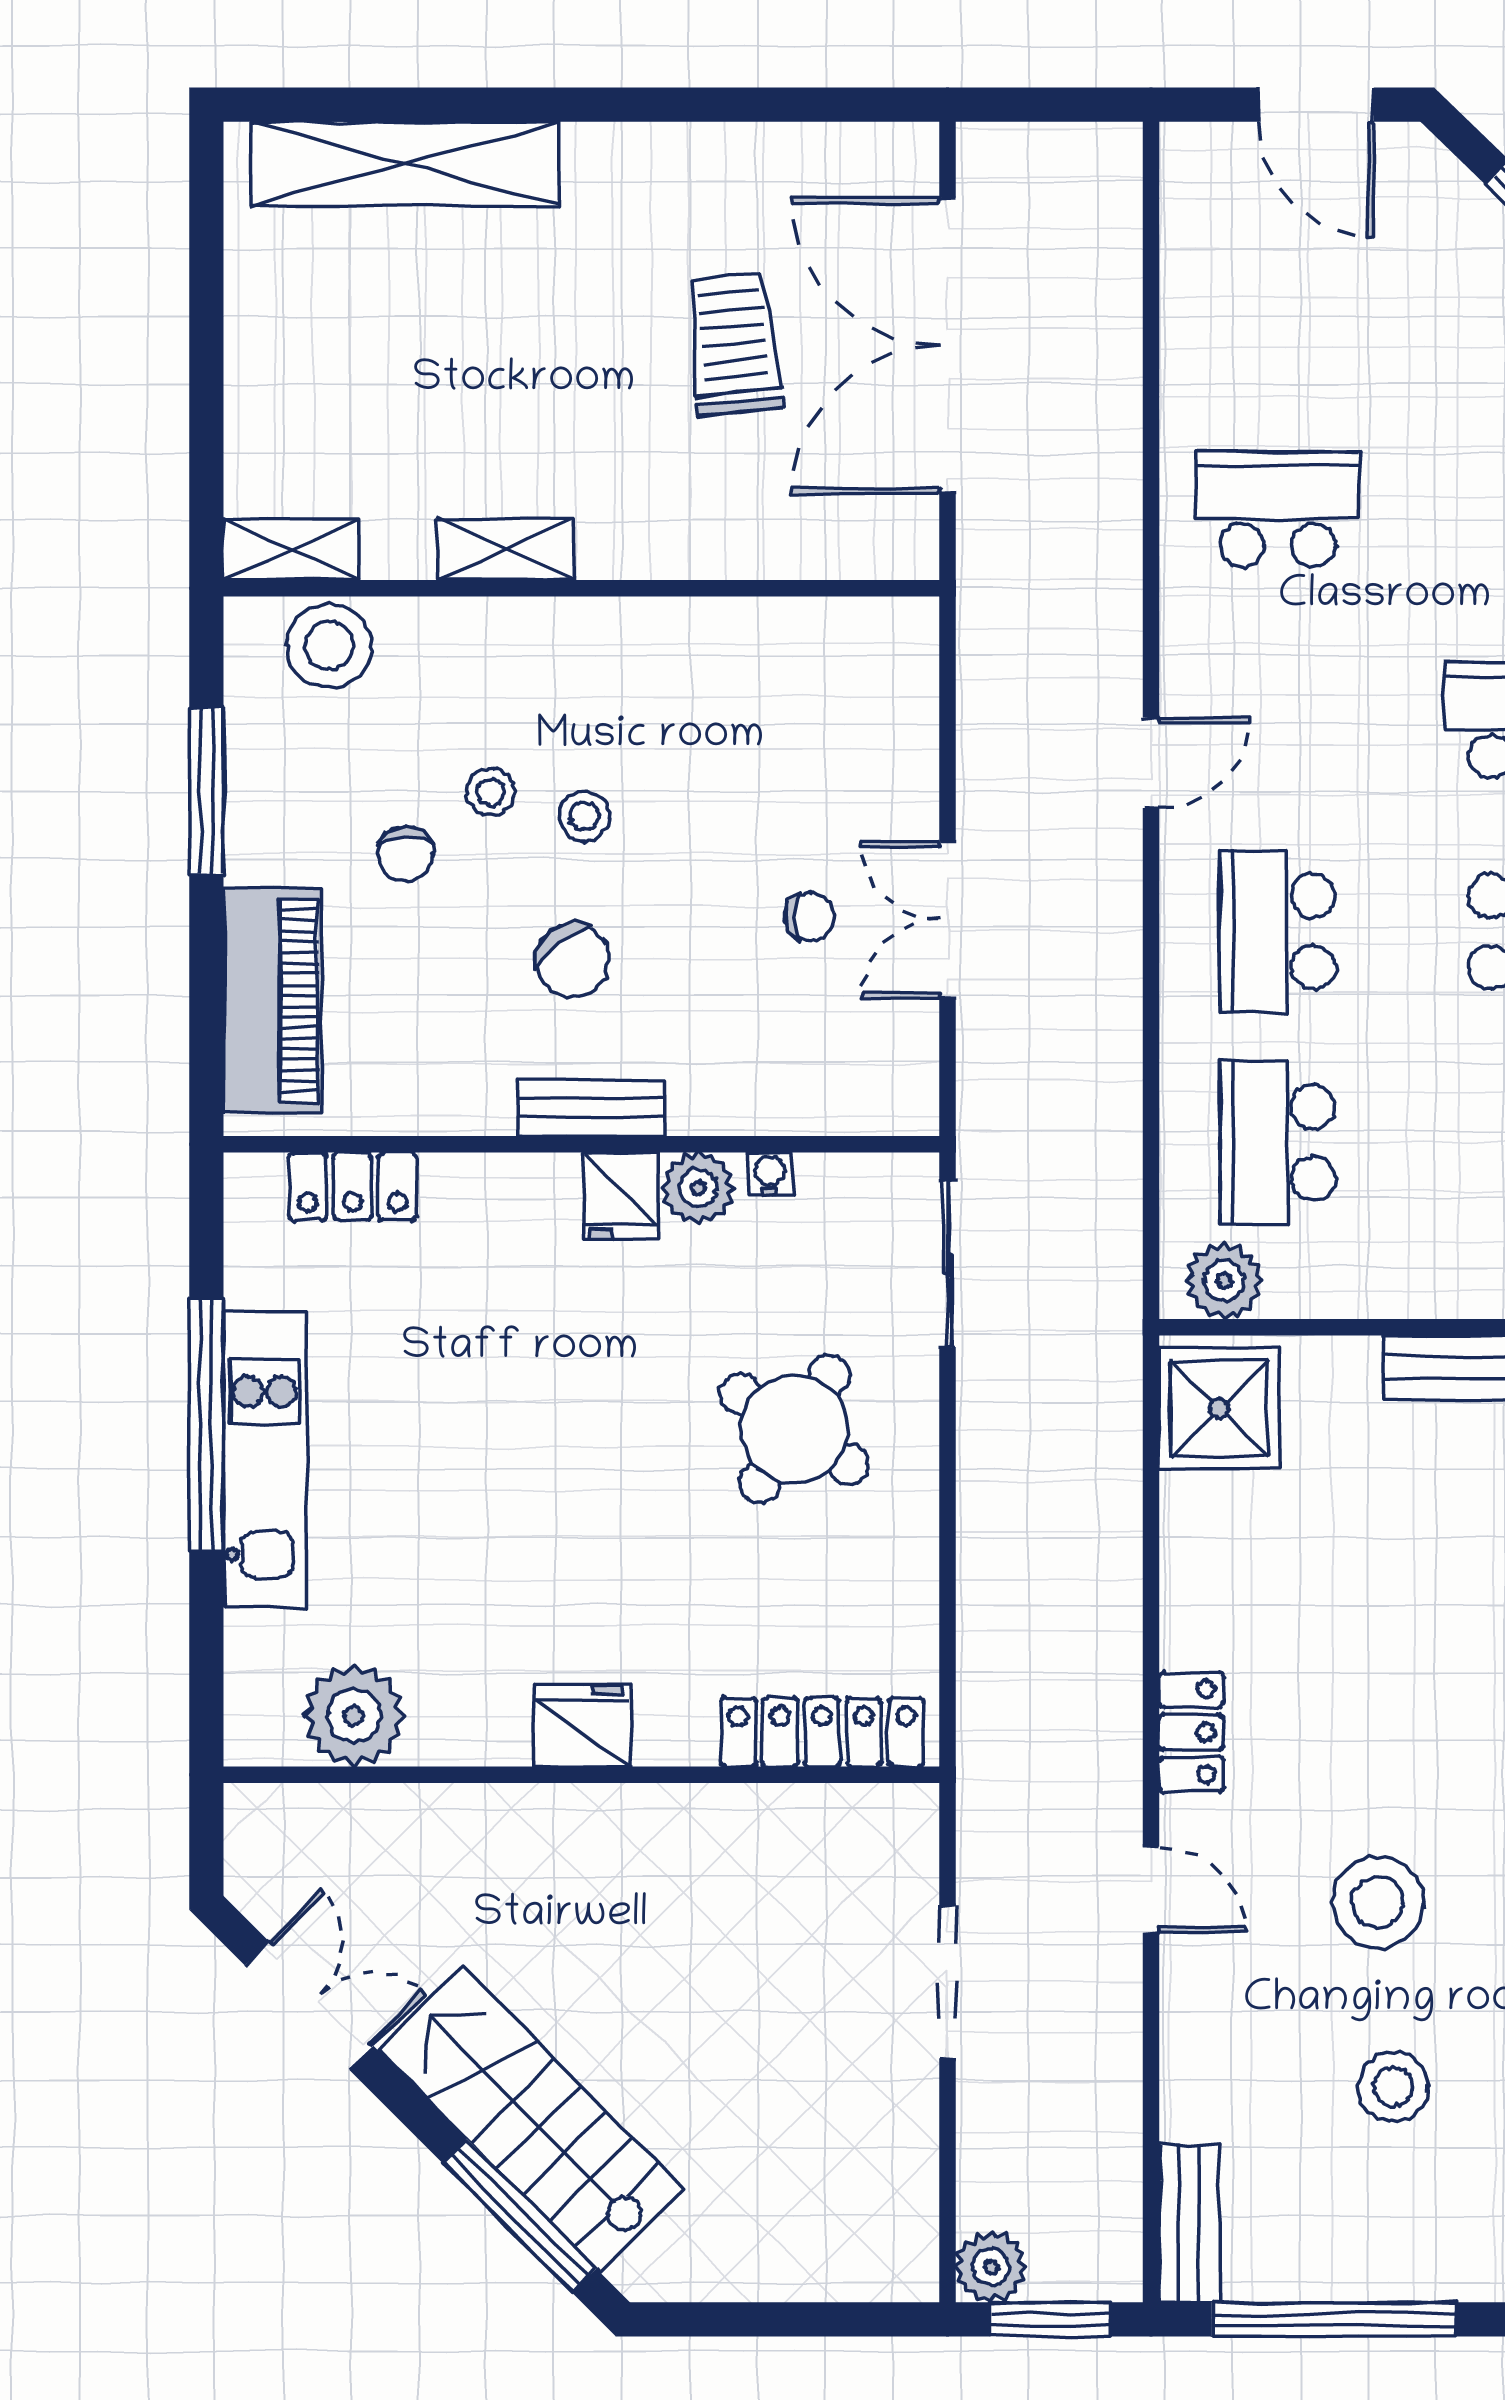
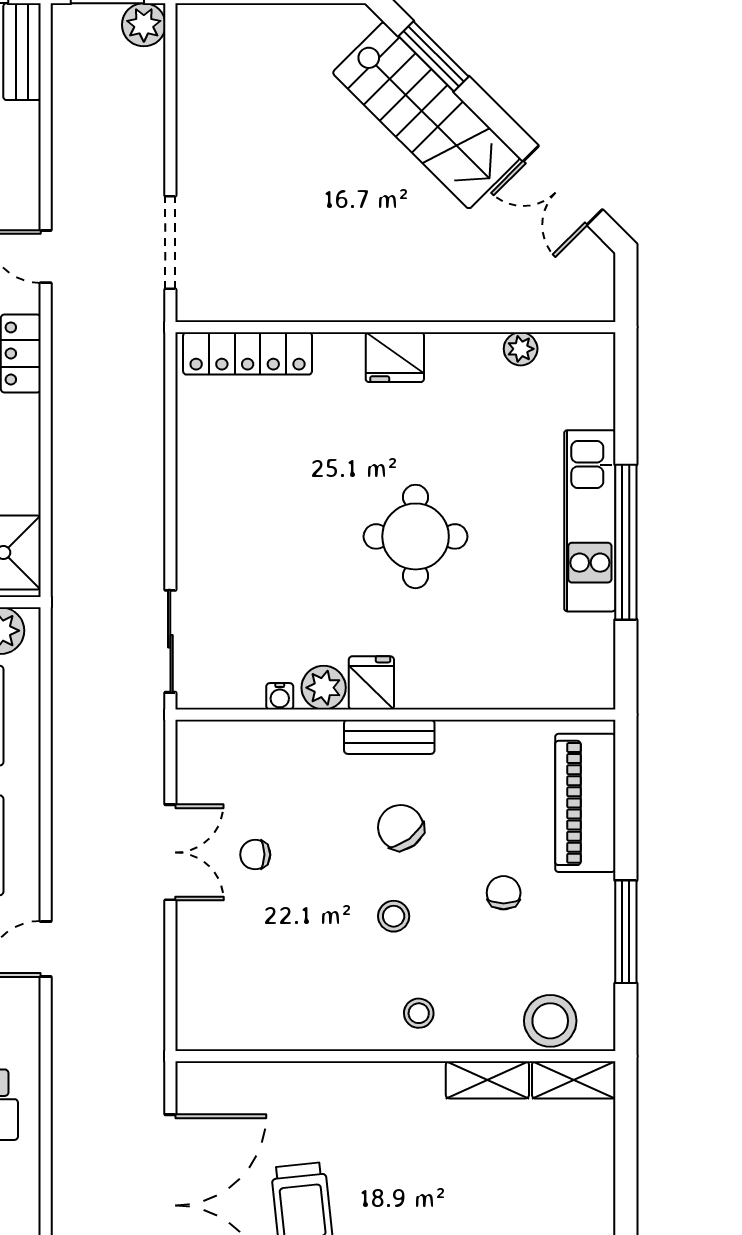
shelving: (506, 550) -> (487, 1080), moved
stool: (491, 792) -> (419, 1013), moved
locker: (353, 1186) -> (536, 689), removed
round table: (794, 1429) -> (416, 536), moved, turned -33
plant: (354, 1716) -> (521, 349), width x0.53, depth x0.53
doorway: (948, 1982) -> (170, 242), moved
window: (519, 2216) -> (434, 56), width x0.69

